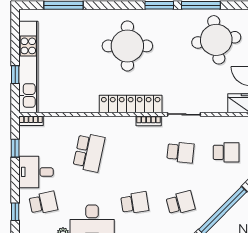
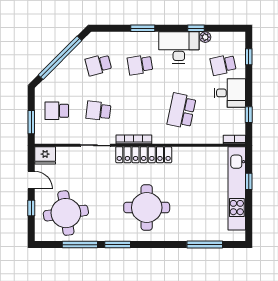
bookcase: (149, 121) -> (134, 139), width x1.56

